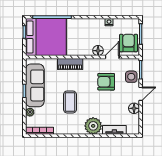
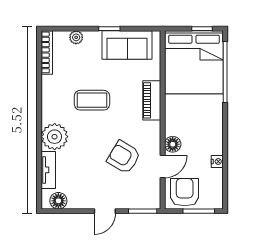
armchair: (129, 43) -> (185, 192), turned -90
door: (112, 57) -> (163, 167), hinge flipped
side table: (131, 77) -> (132, 196), removed
armchair: (106, 82) -> (124, 157), turned -59
sofa: (35, 85) -> (127, 45), width x0.73
door: (141, 94) -> (105, 211), hinge flipped
floor lamp: (134, 108) -> (58, 201), moved

